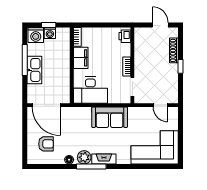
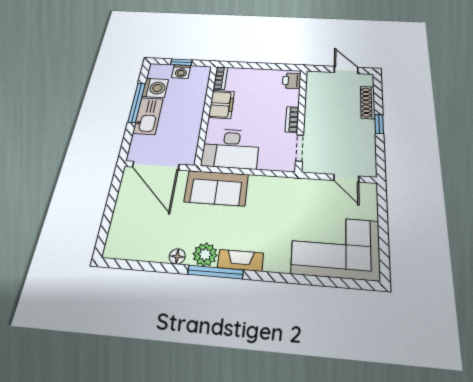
washing machine: (36, 35) -> (155, 88), moved, turned -90
sofa: (110, 117) -> (216, 188), moved
armchair: (46, 144) -> (142, 226), removed

